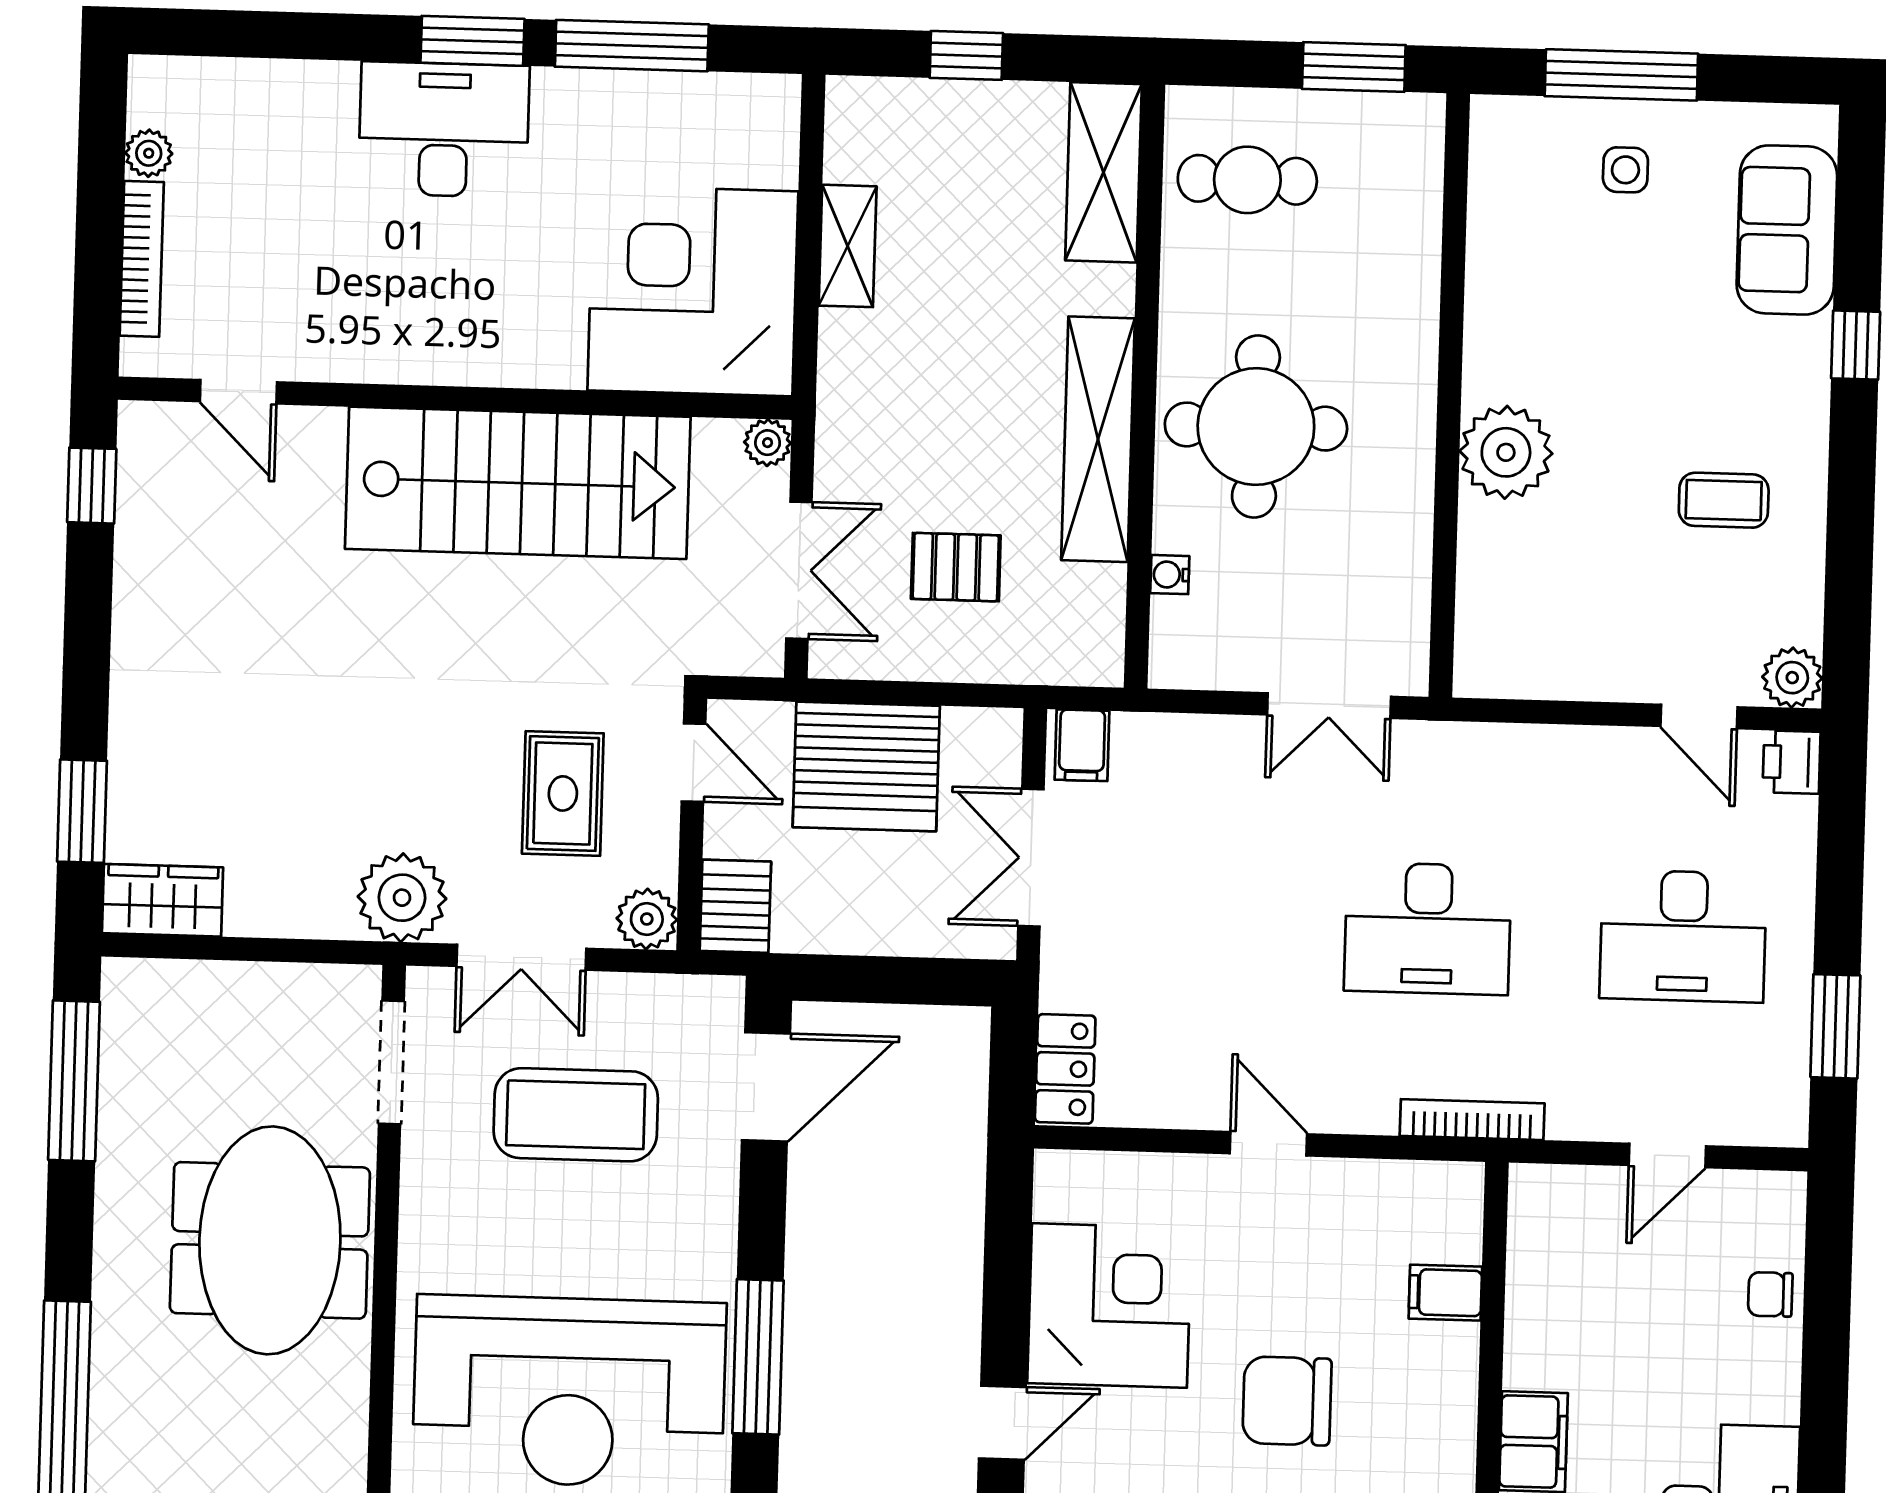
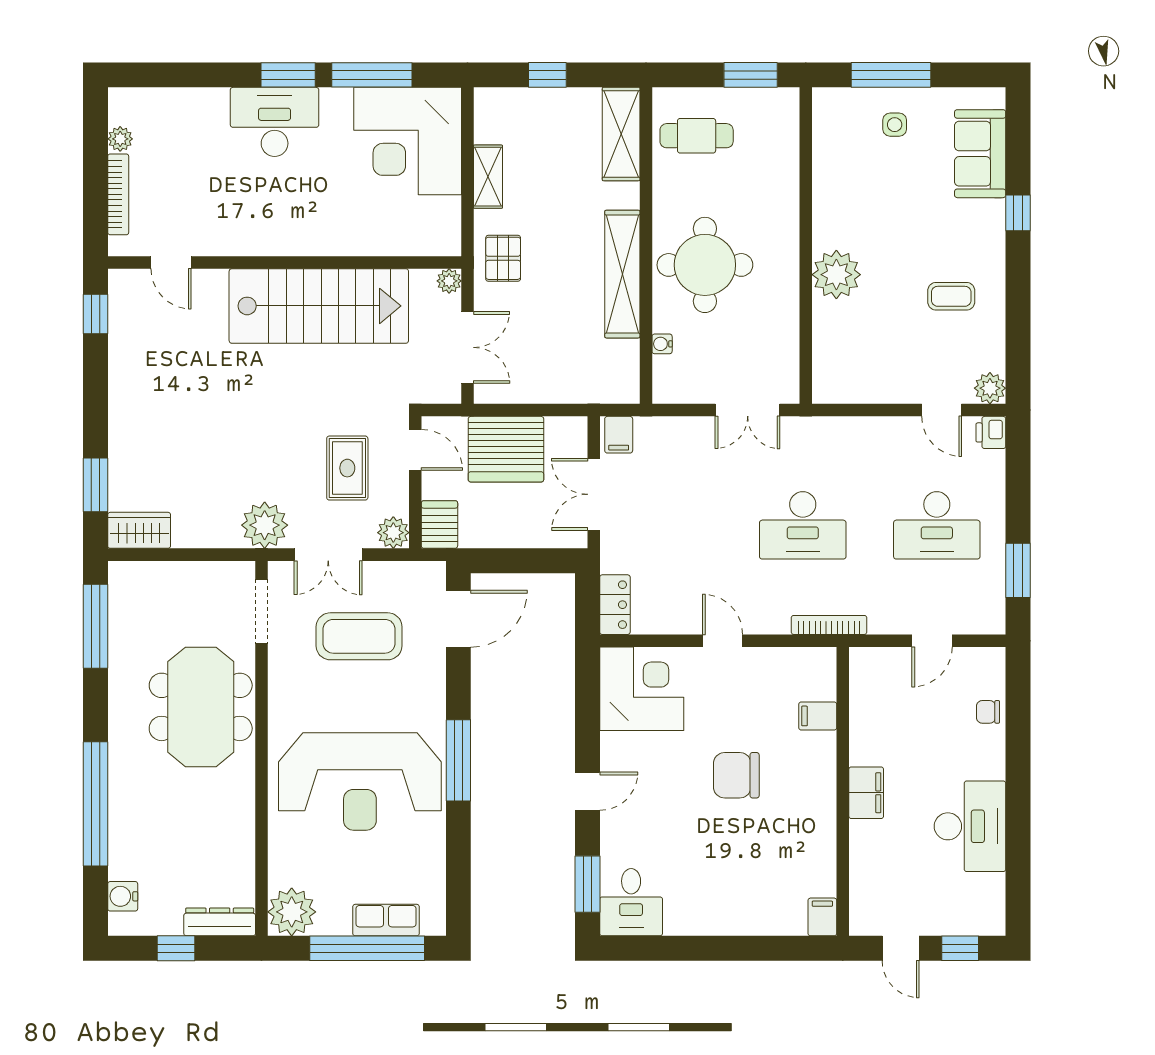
corner desk: (693, 291) -> (408, 141), moved, turned -90
pallet: (956, 567) -> (503, 258), moved, turned 90
corner desk: (1109, 1305) -> (642, 689), moved

